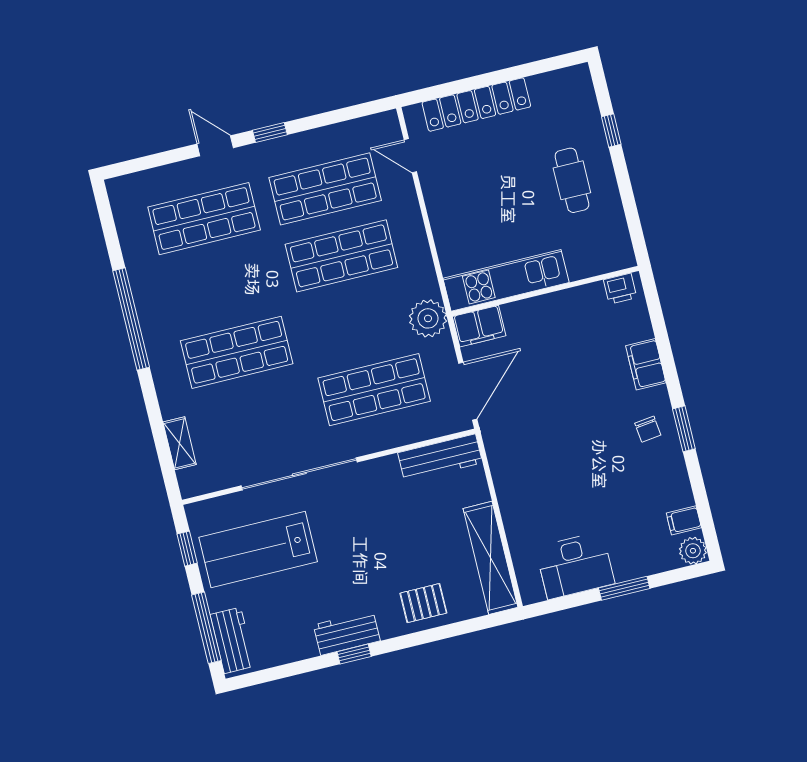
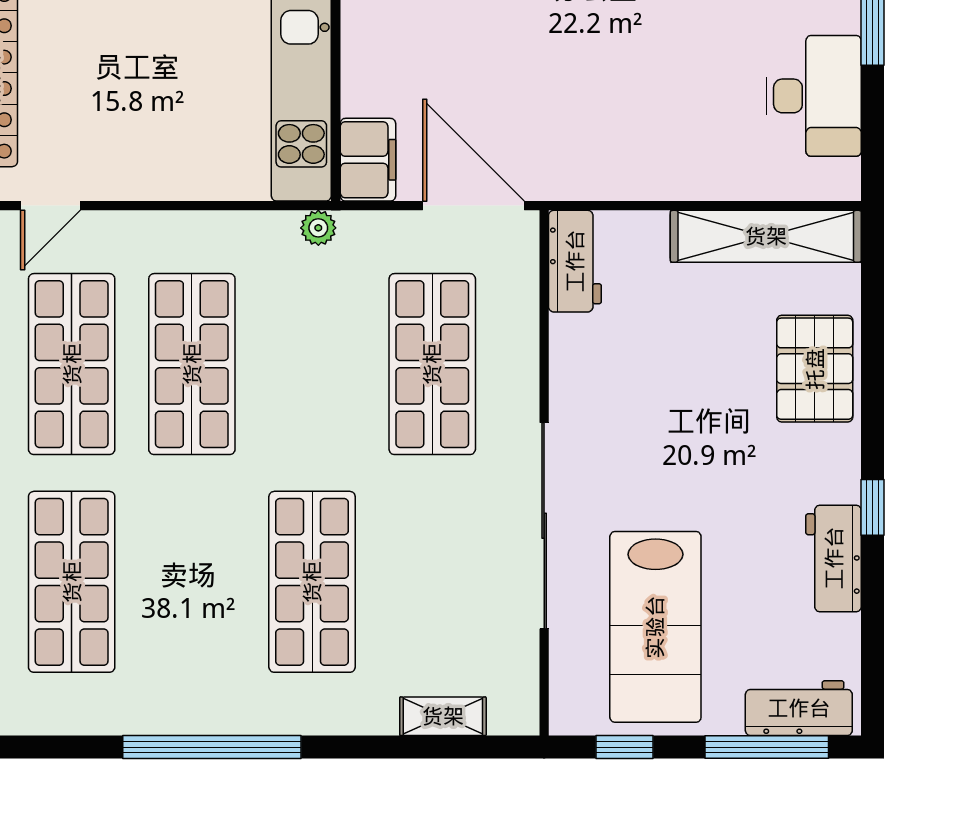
plant: (428, 318) -> (318, 228), width x0.53, depth x0.53
workbench: (440, 458) -> (575, 261), width x0.73
pallet: (423, 603) -> (815, 369), width x1.50, depth x1.42
workbench: (347, 633) -> (834, 558), moved

